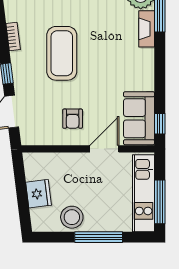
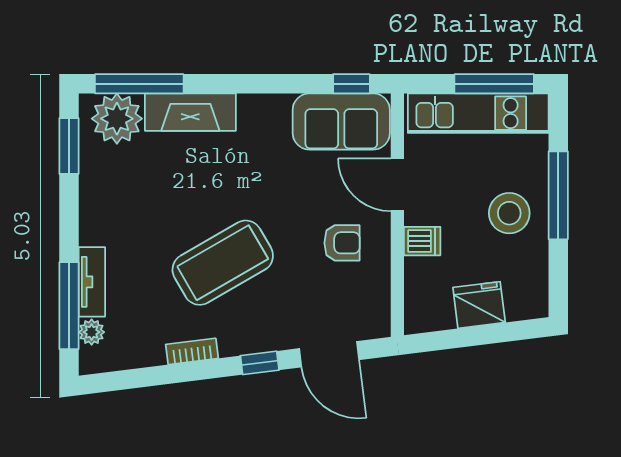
fireplace: (147, 29) -> (190, 112), width x1.37, depth x1.32
coffee table: (62, 53) -> (223, 263), turned -30
dishwasher: (74, 163) -> (422, 241), added
stool: (72, 217) -> (509, 213), moved

